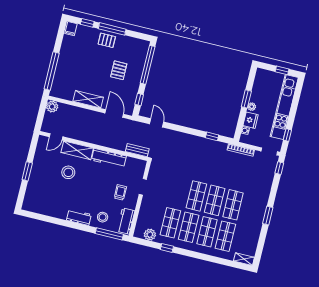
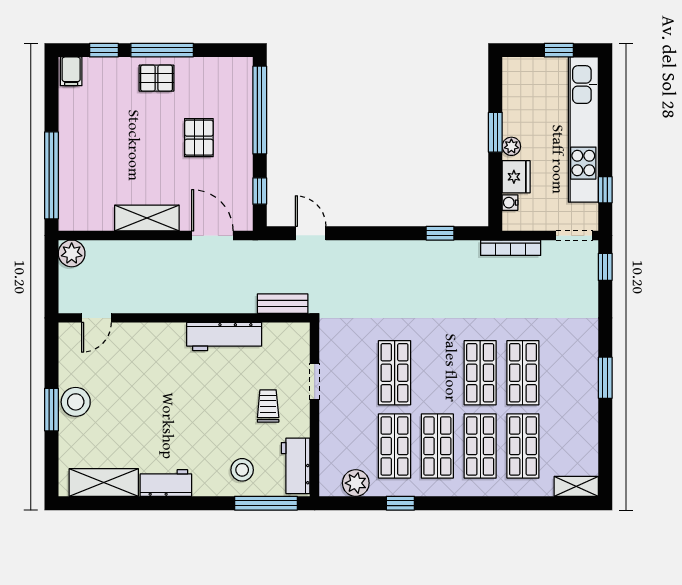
shelving: (77, 150) -> (104, 483), moved
stool: (68, 172) -> (76, 402), moved
shop shelf: (196, 196) -> (395, 373), moved
workbench: (79, 217) -> (166, 483), moved

